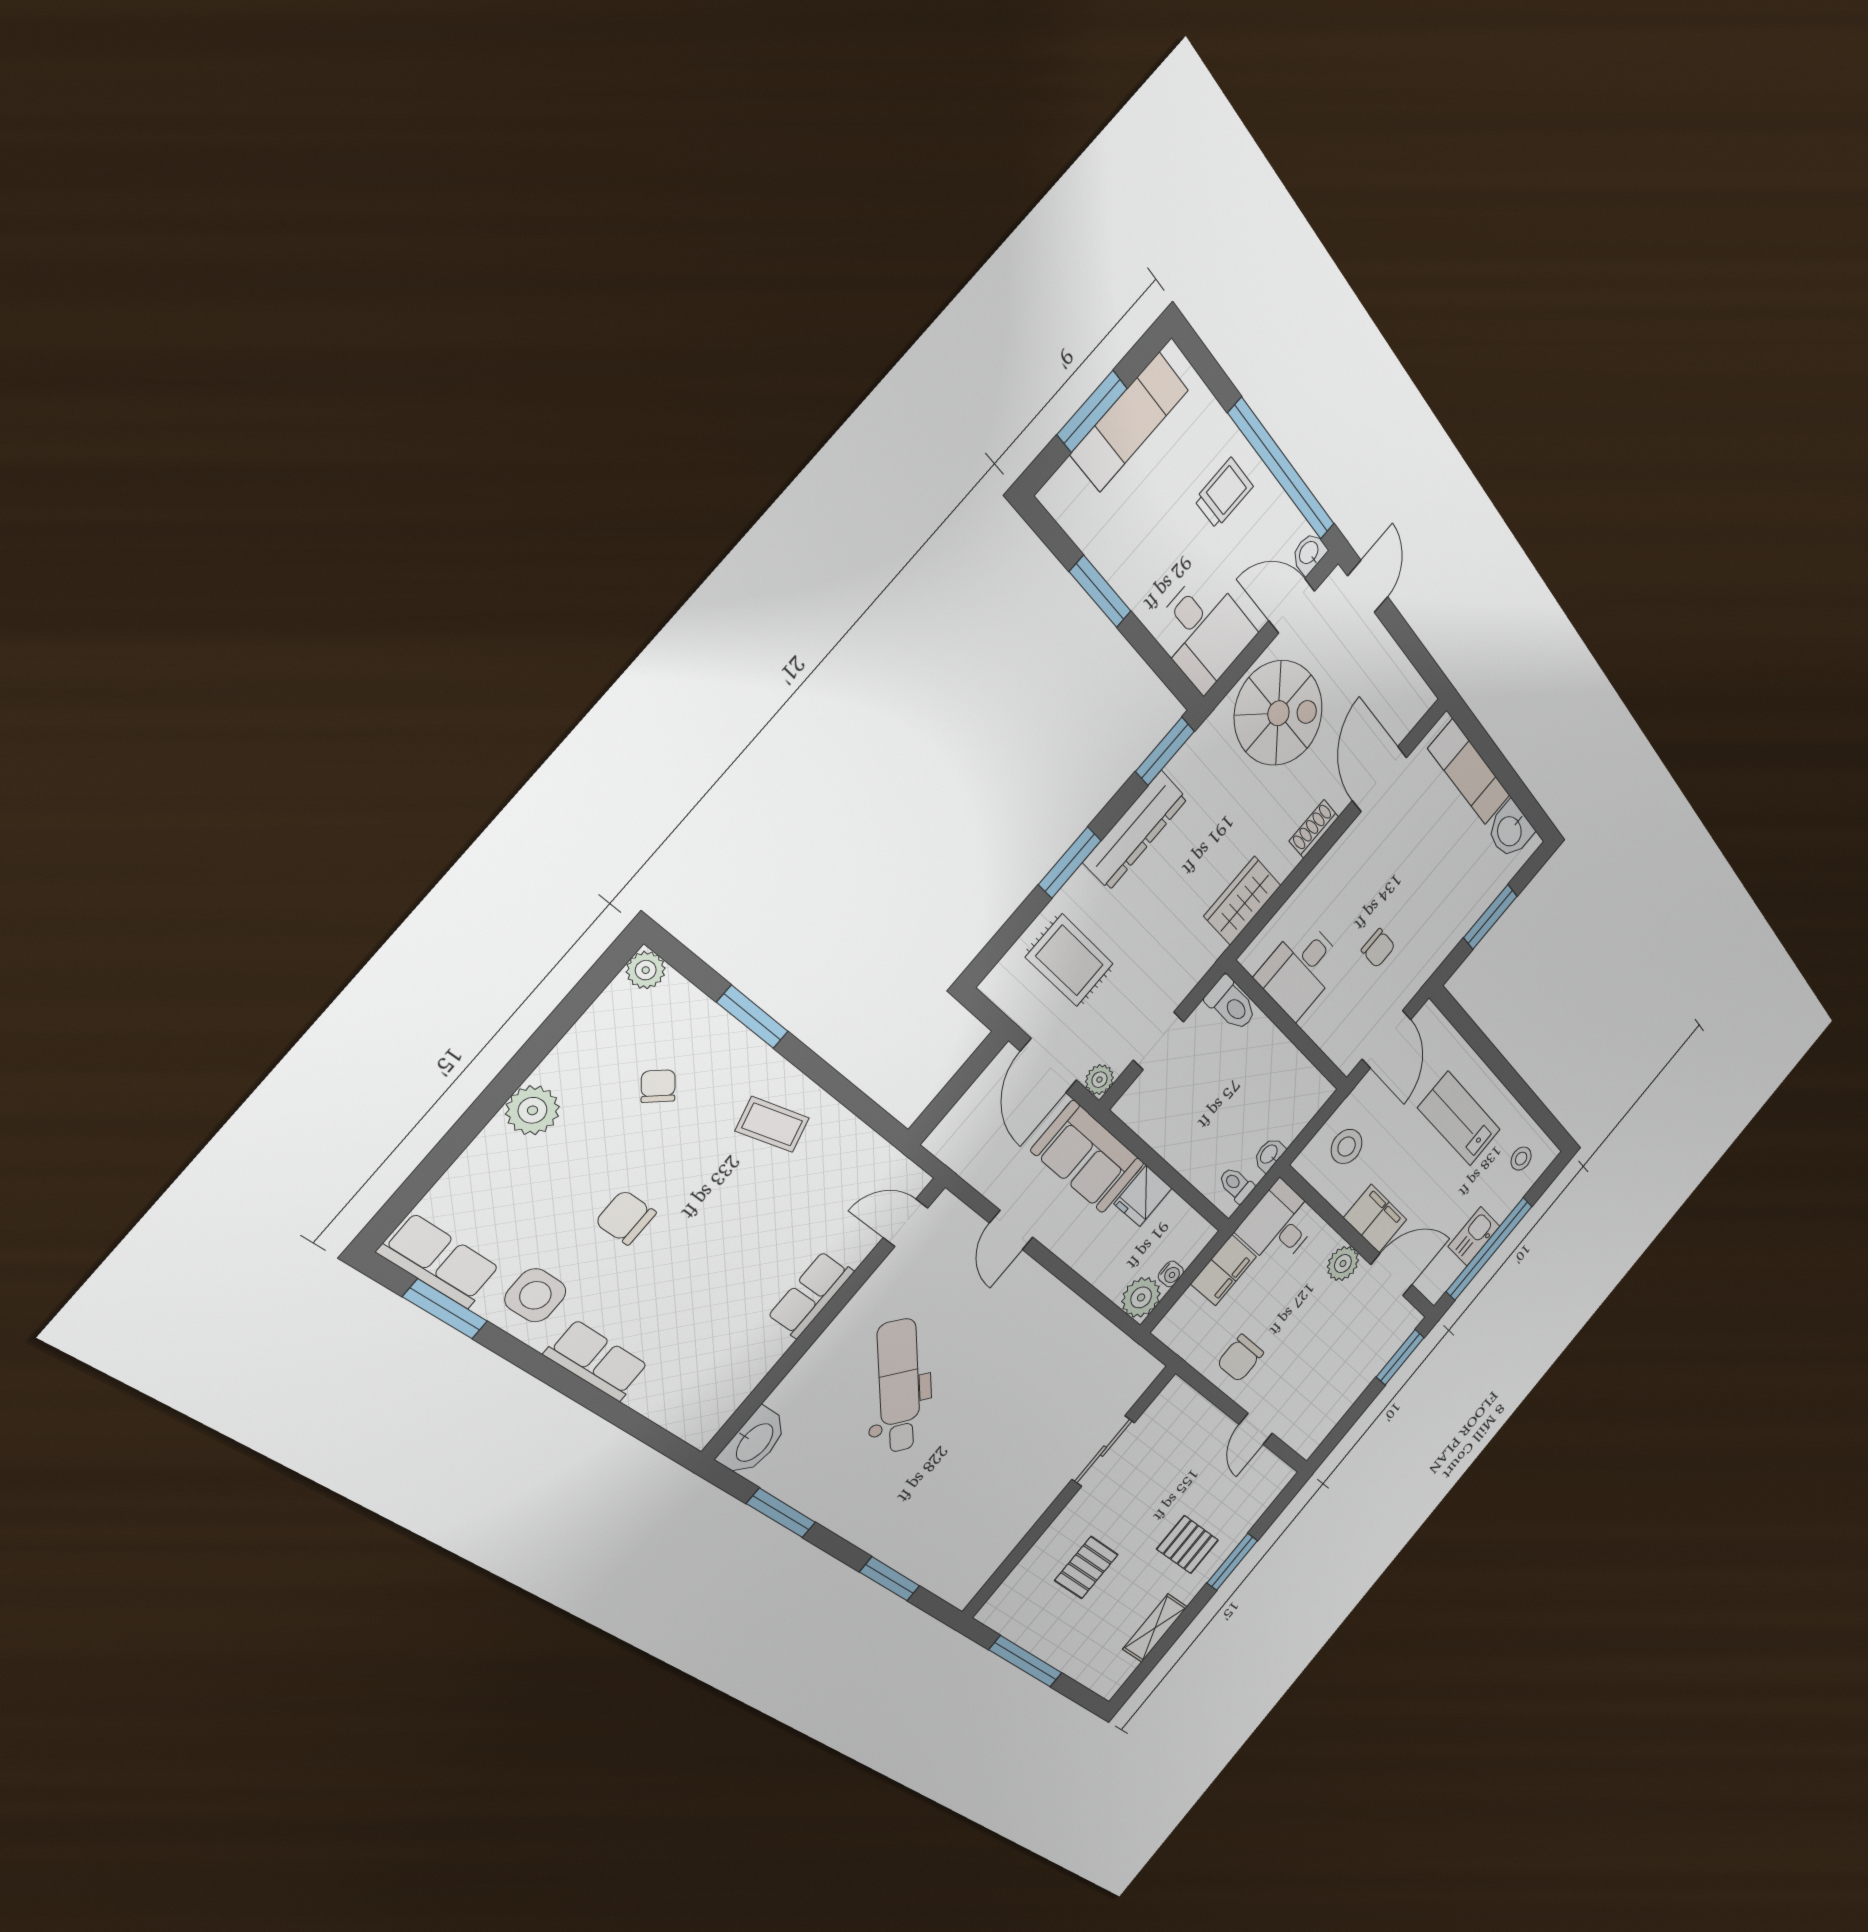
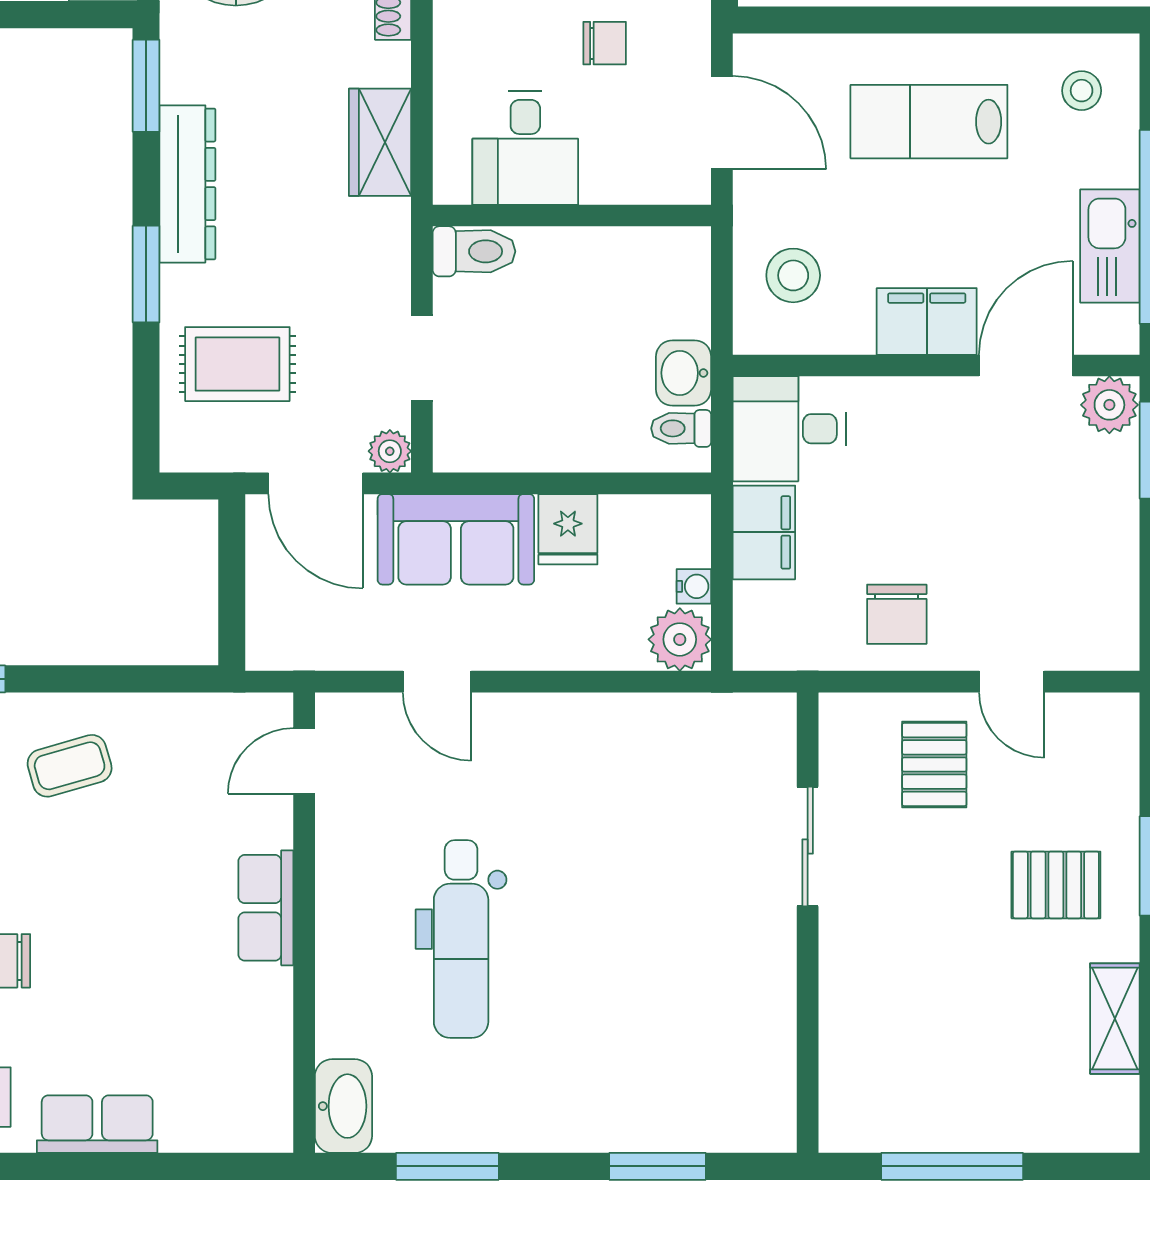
washbasin: (1269, 1155) -> (684, 373), width x1.38, depth x1.45
kitchen sink: (1474, 1236) -> (1110, 246), width x1.38
plant: (1343, 1264) -> (1109, 405), moved
dental chair: (899, 1386) -> (461, 939), turned -134
pallet: (1086, 1568) -> (934, 765), moved

